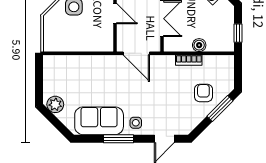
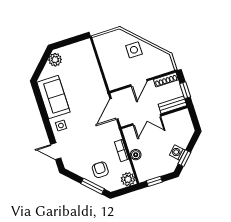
plant: (225, 64) -> (128, 179), added
armchair: (203, 93) -> (100, 170), turned -90
window: (118, 139) -> (45, 116), removed

